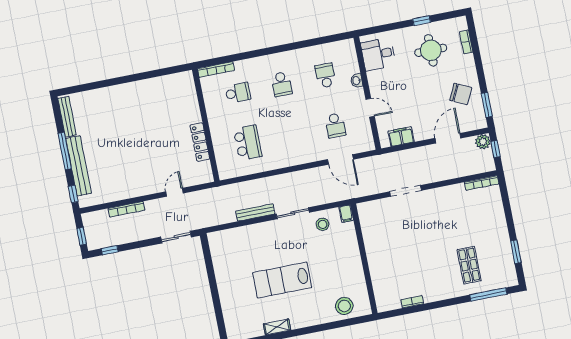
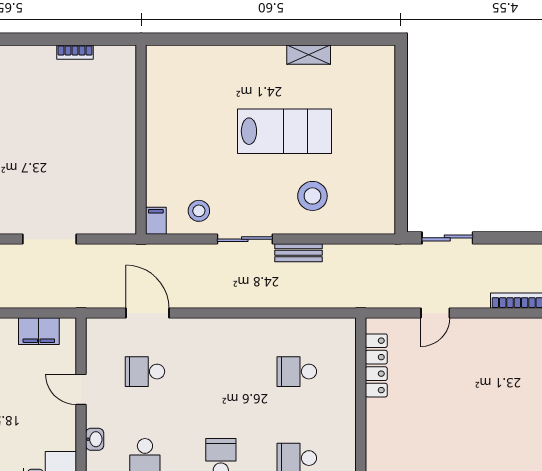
school desk: (335, 125) -> (145, 372), turned -90
locker: (200, 142) -> (376, 365), moved
school desk: (248, 143) -> (297, 372), width x0.54
bench: (255, 212) -> (298, 253), width x0.73
stool: (344, 306) -> (312, 196), moved

